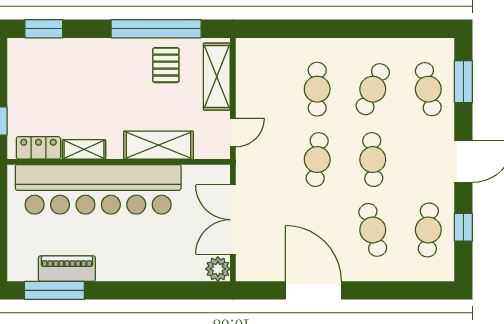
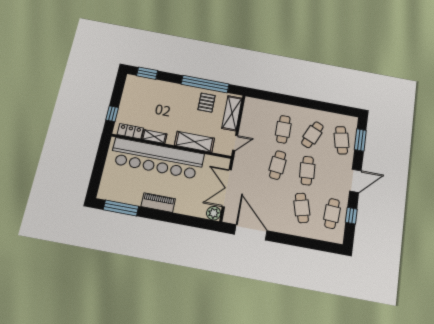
piano: (67, 269) -> (158, 203), moved
door: (313, 290) -> (251, 232), moved

